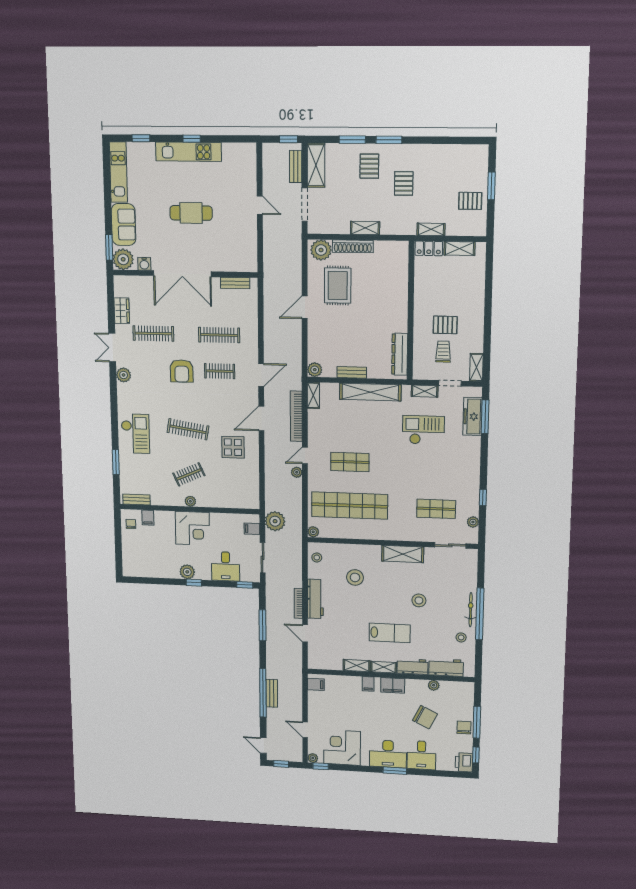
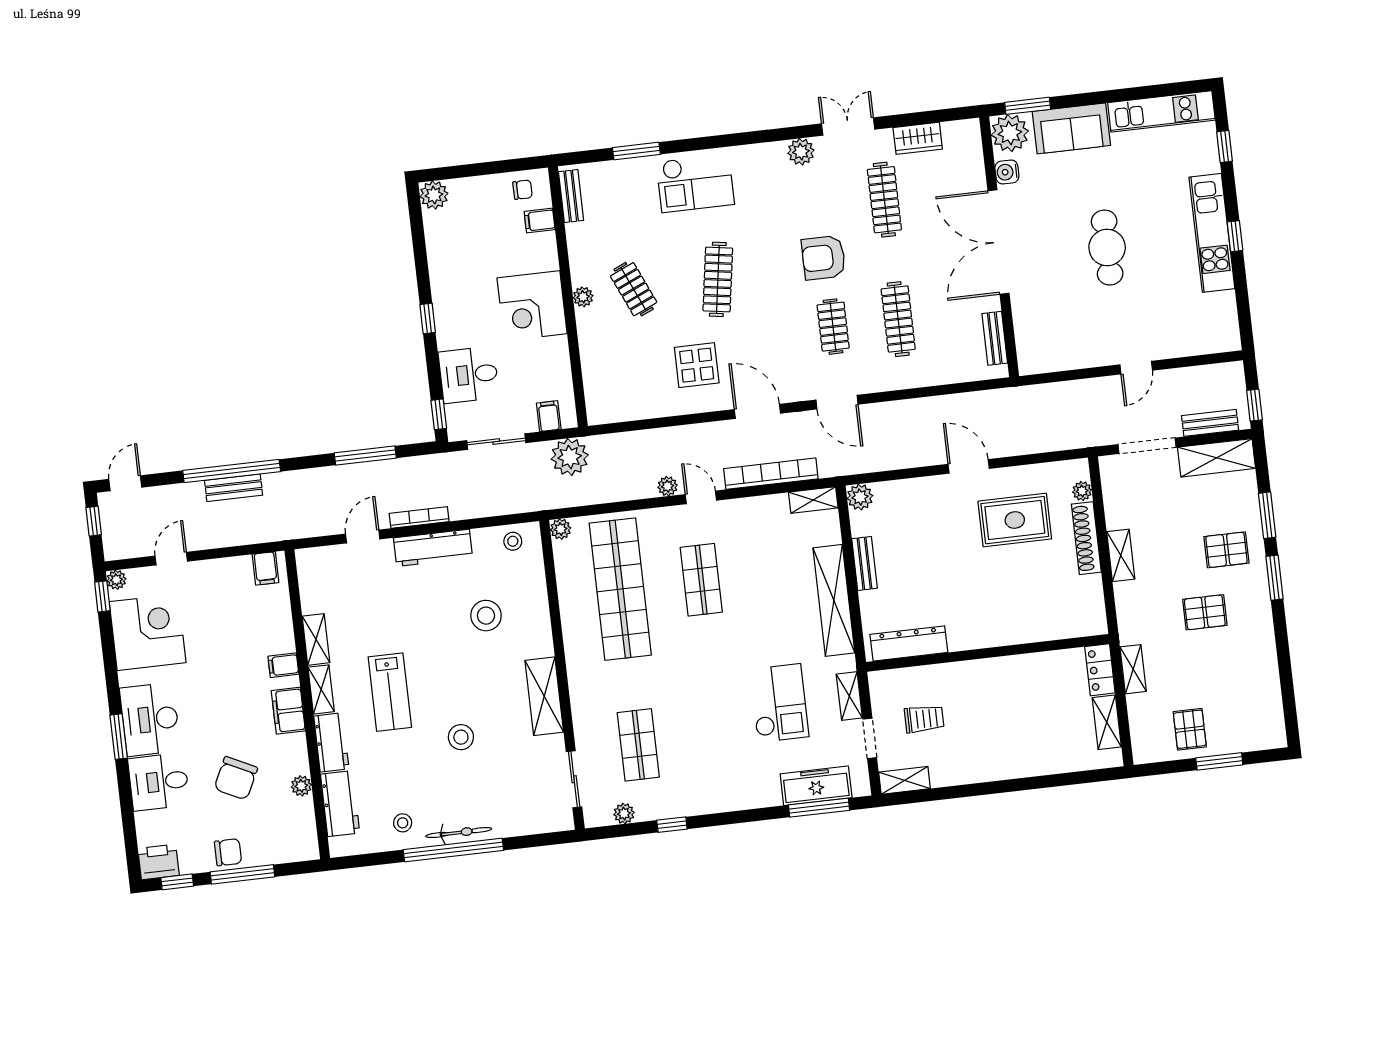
plant: (321, 250) -> (1082, 491), width x0.53, depth x0.53
pallet: (445, 325) -> (971, 716), removed
plant: (187, 572) -> (434, 195), moved

